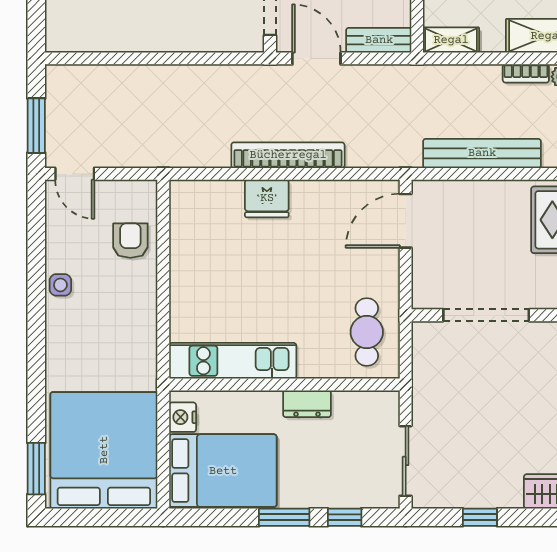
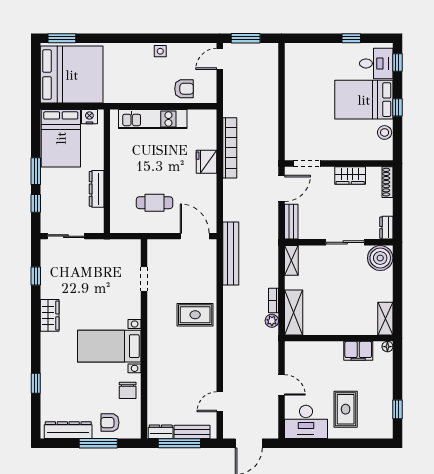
bench: (482, 153) -> (231, 253), moved
bookcase: (288, 155) -> (230, 148), moved
doorway: (486, 315) -> (144, 279), width x0.53
cafe table: (367, 332) -> (155, 203), moved
kitchen unit: (233, 361) -> (153, 119), moved, turned 90
dresser: (307, 404) -> (97, 189), width x1.44

